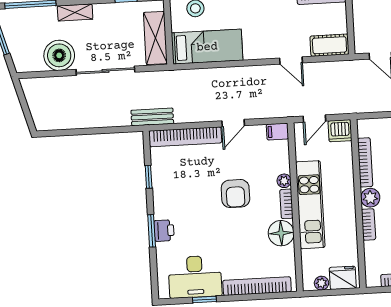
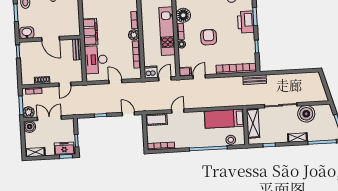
door: (291, 60) -> (178, 111), hinge flipped
door: (233, 123) -> (199, 77), moved
printer: (164, 231) -> (246, 22), width x1.87, depth x1.48

